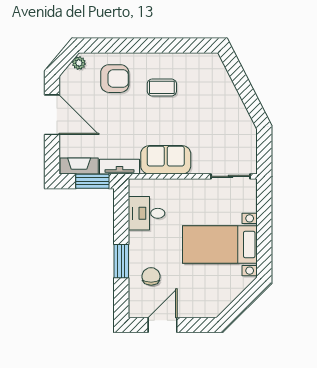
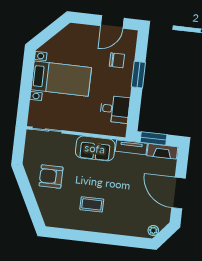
armchair: (115, 79) -> (51, 177), moved
chair: (151, 276) -> (117, 60), turned -90

